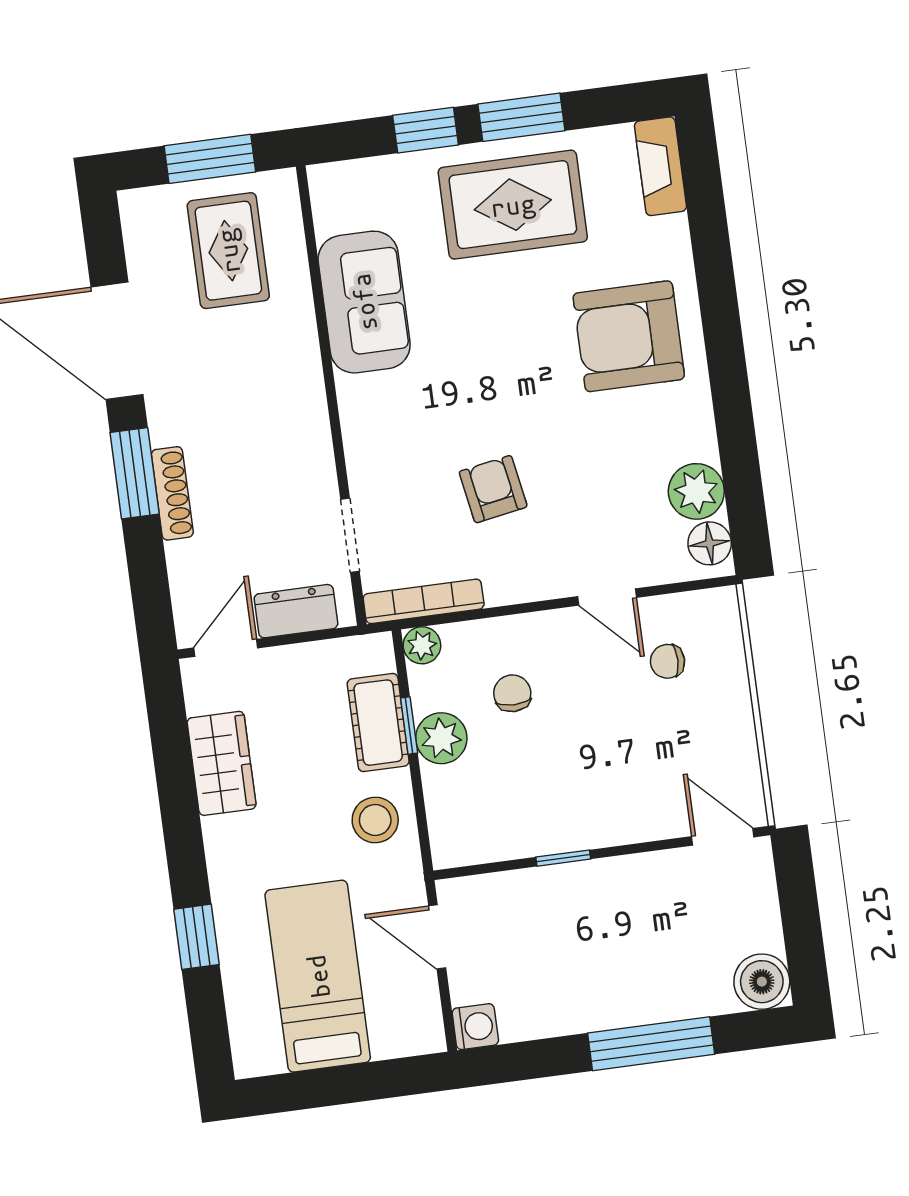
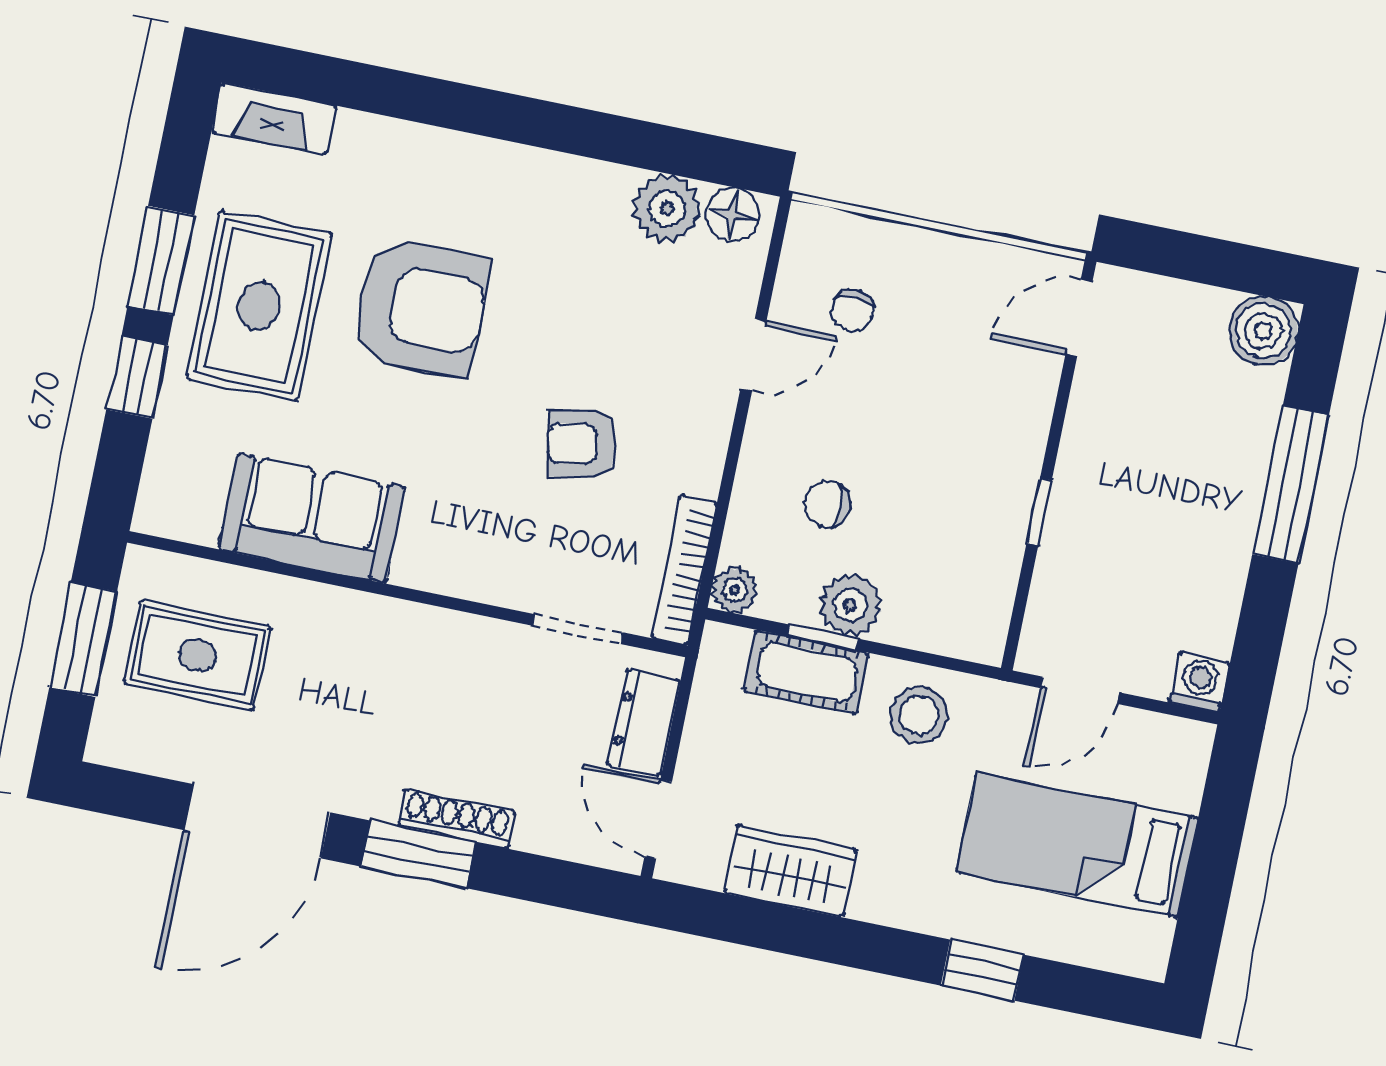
armchair: (629, 336) -> (420, 307), moved, turned -90

